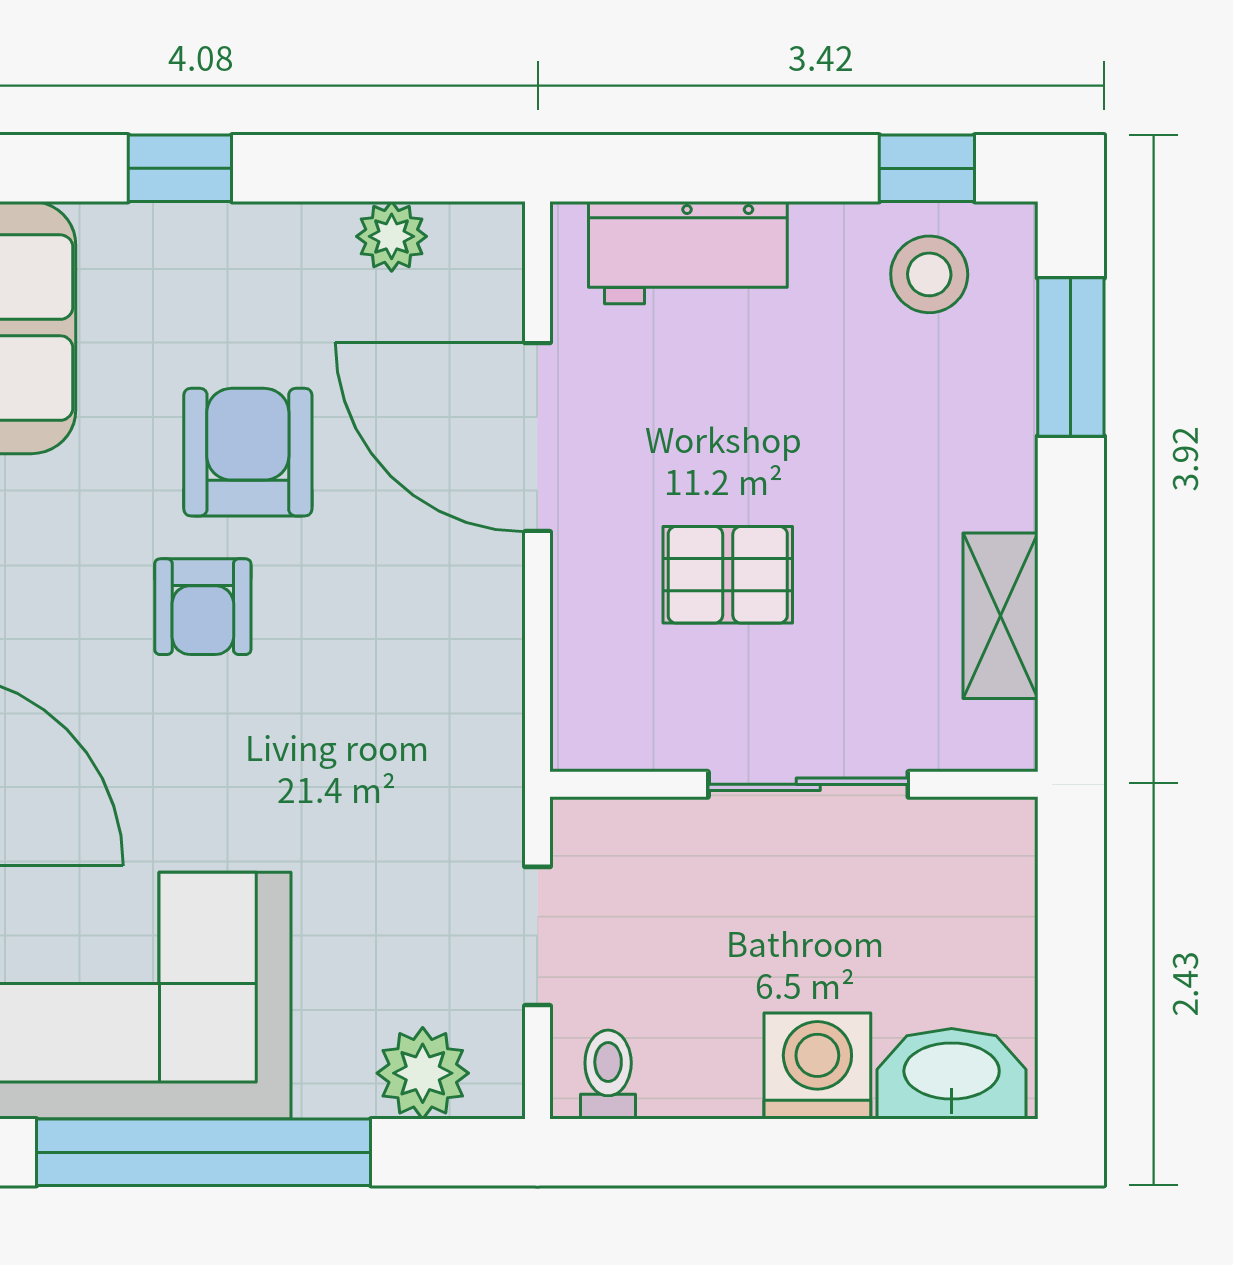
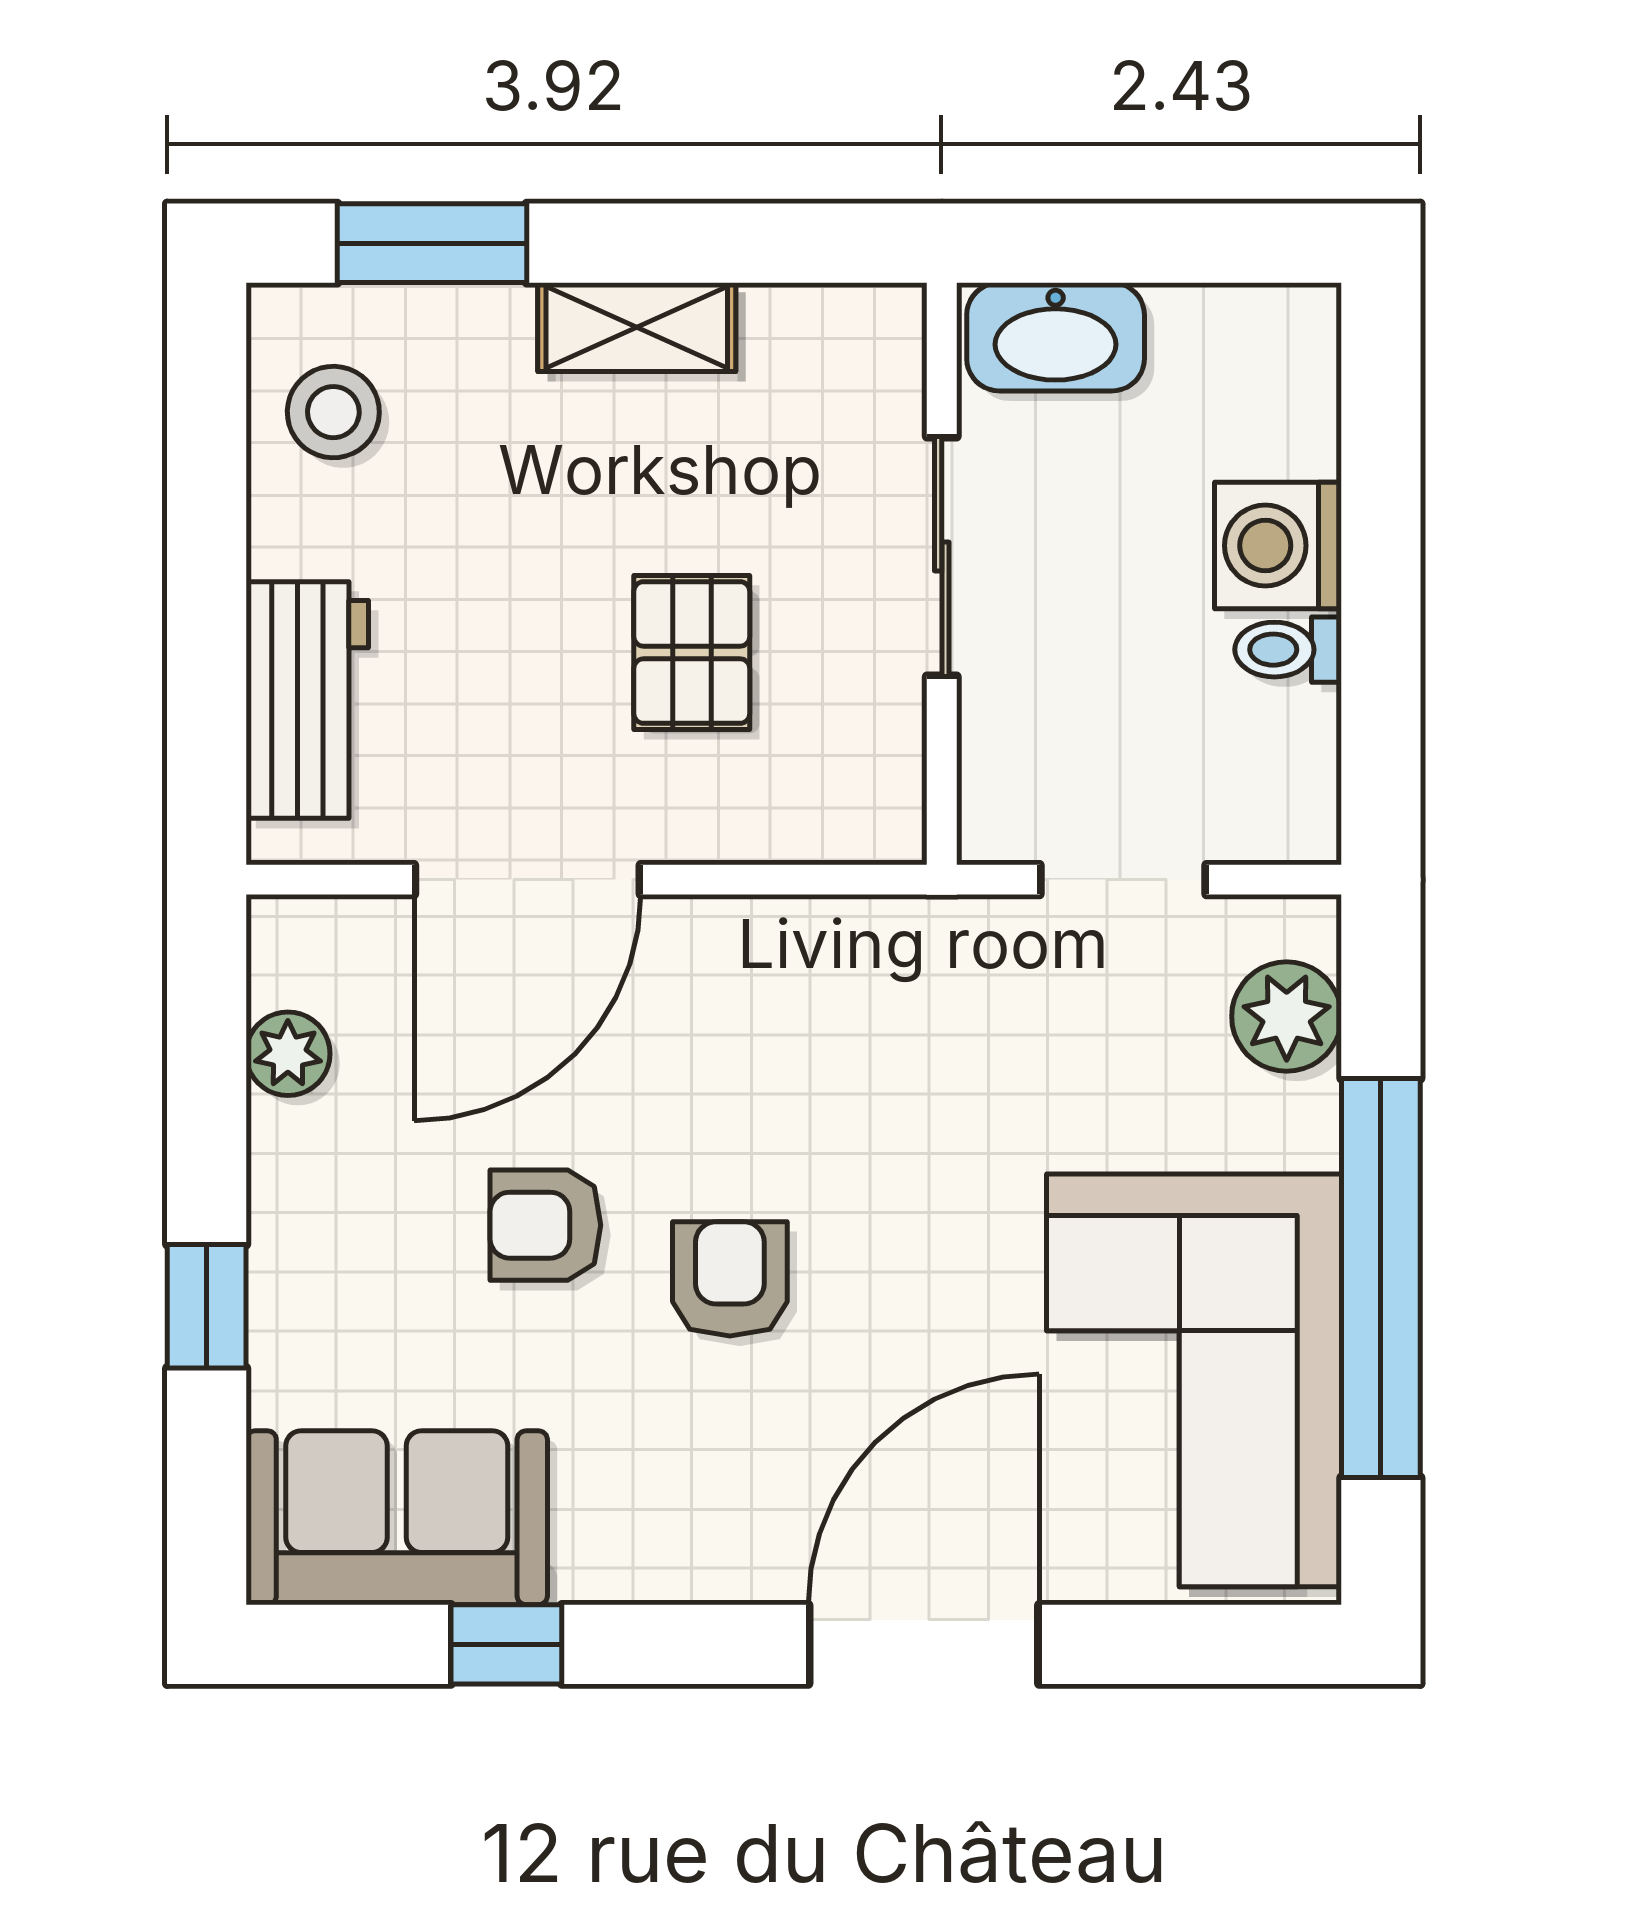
window: (927, 168) -> (207, 415), removed
armchair: (248, 452) -> (545, 1225), width x0.72, depth x0.72
armchair: (203, 607) -> (730, 1279), turned -90
shelving: (1000, 616) -> (637, 327), moved
washbasin: (952, 1074) -> (1056, 337), moved, turned -90
toilet: (608, 1075) -> (1288, 650), moved

